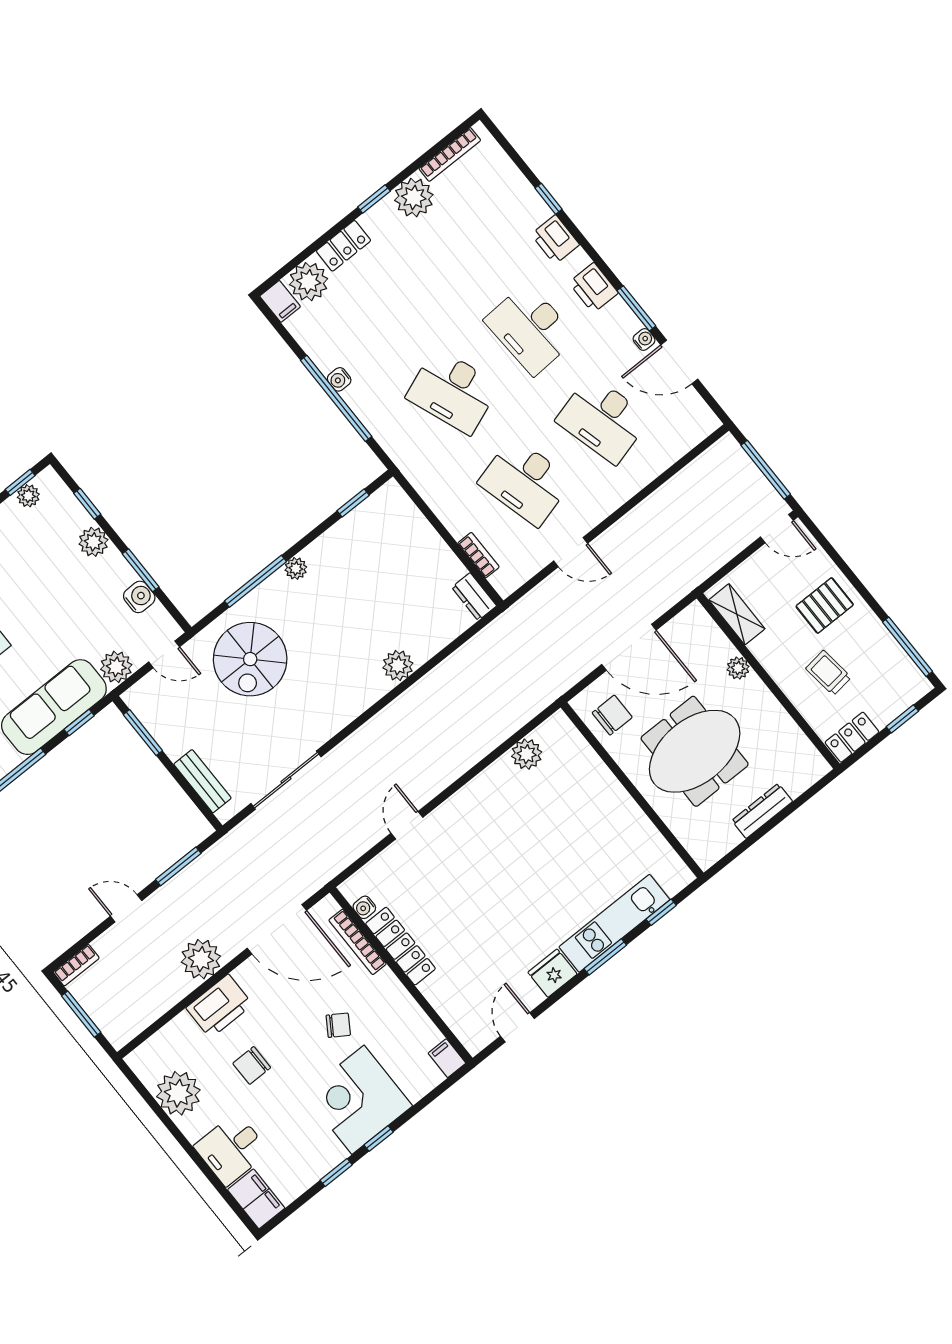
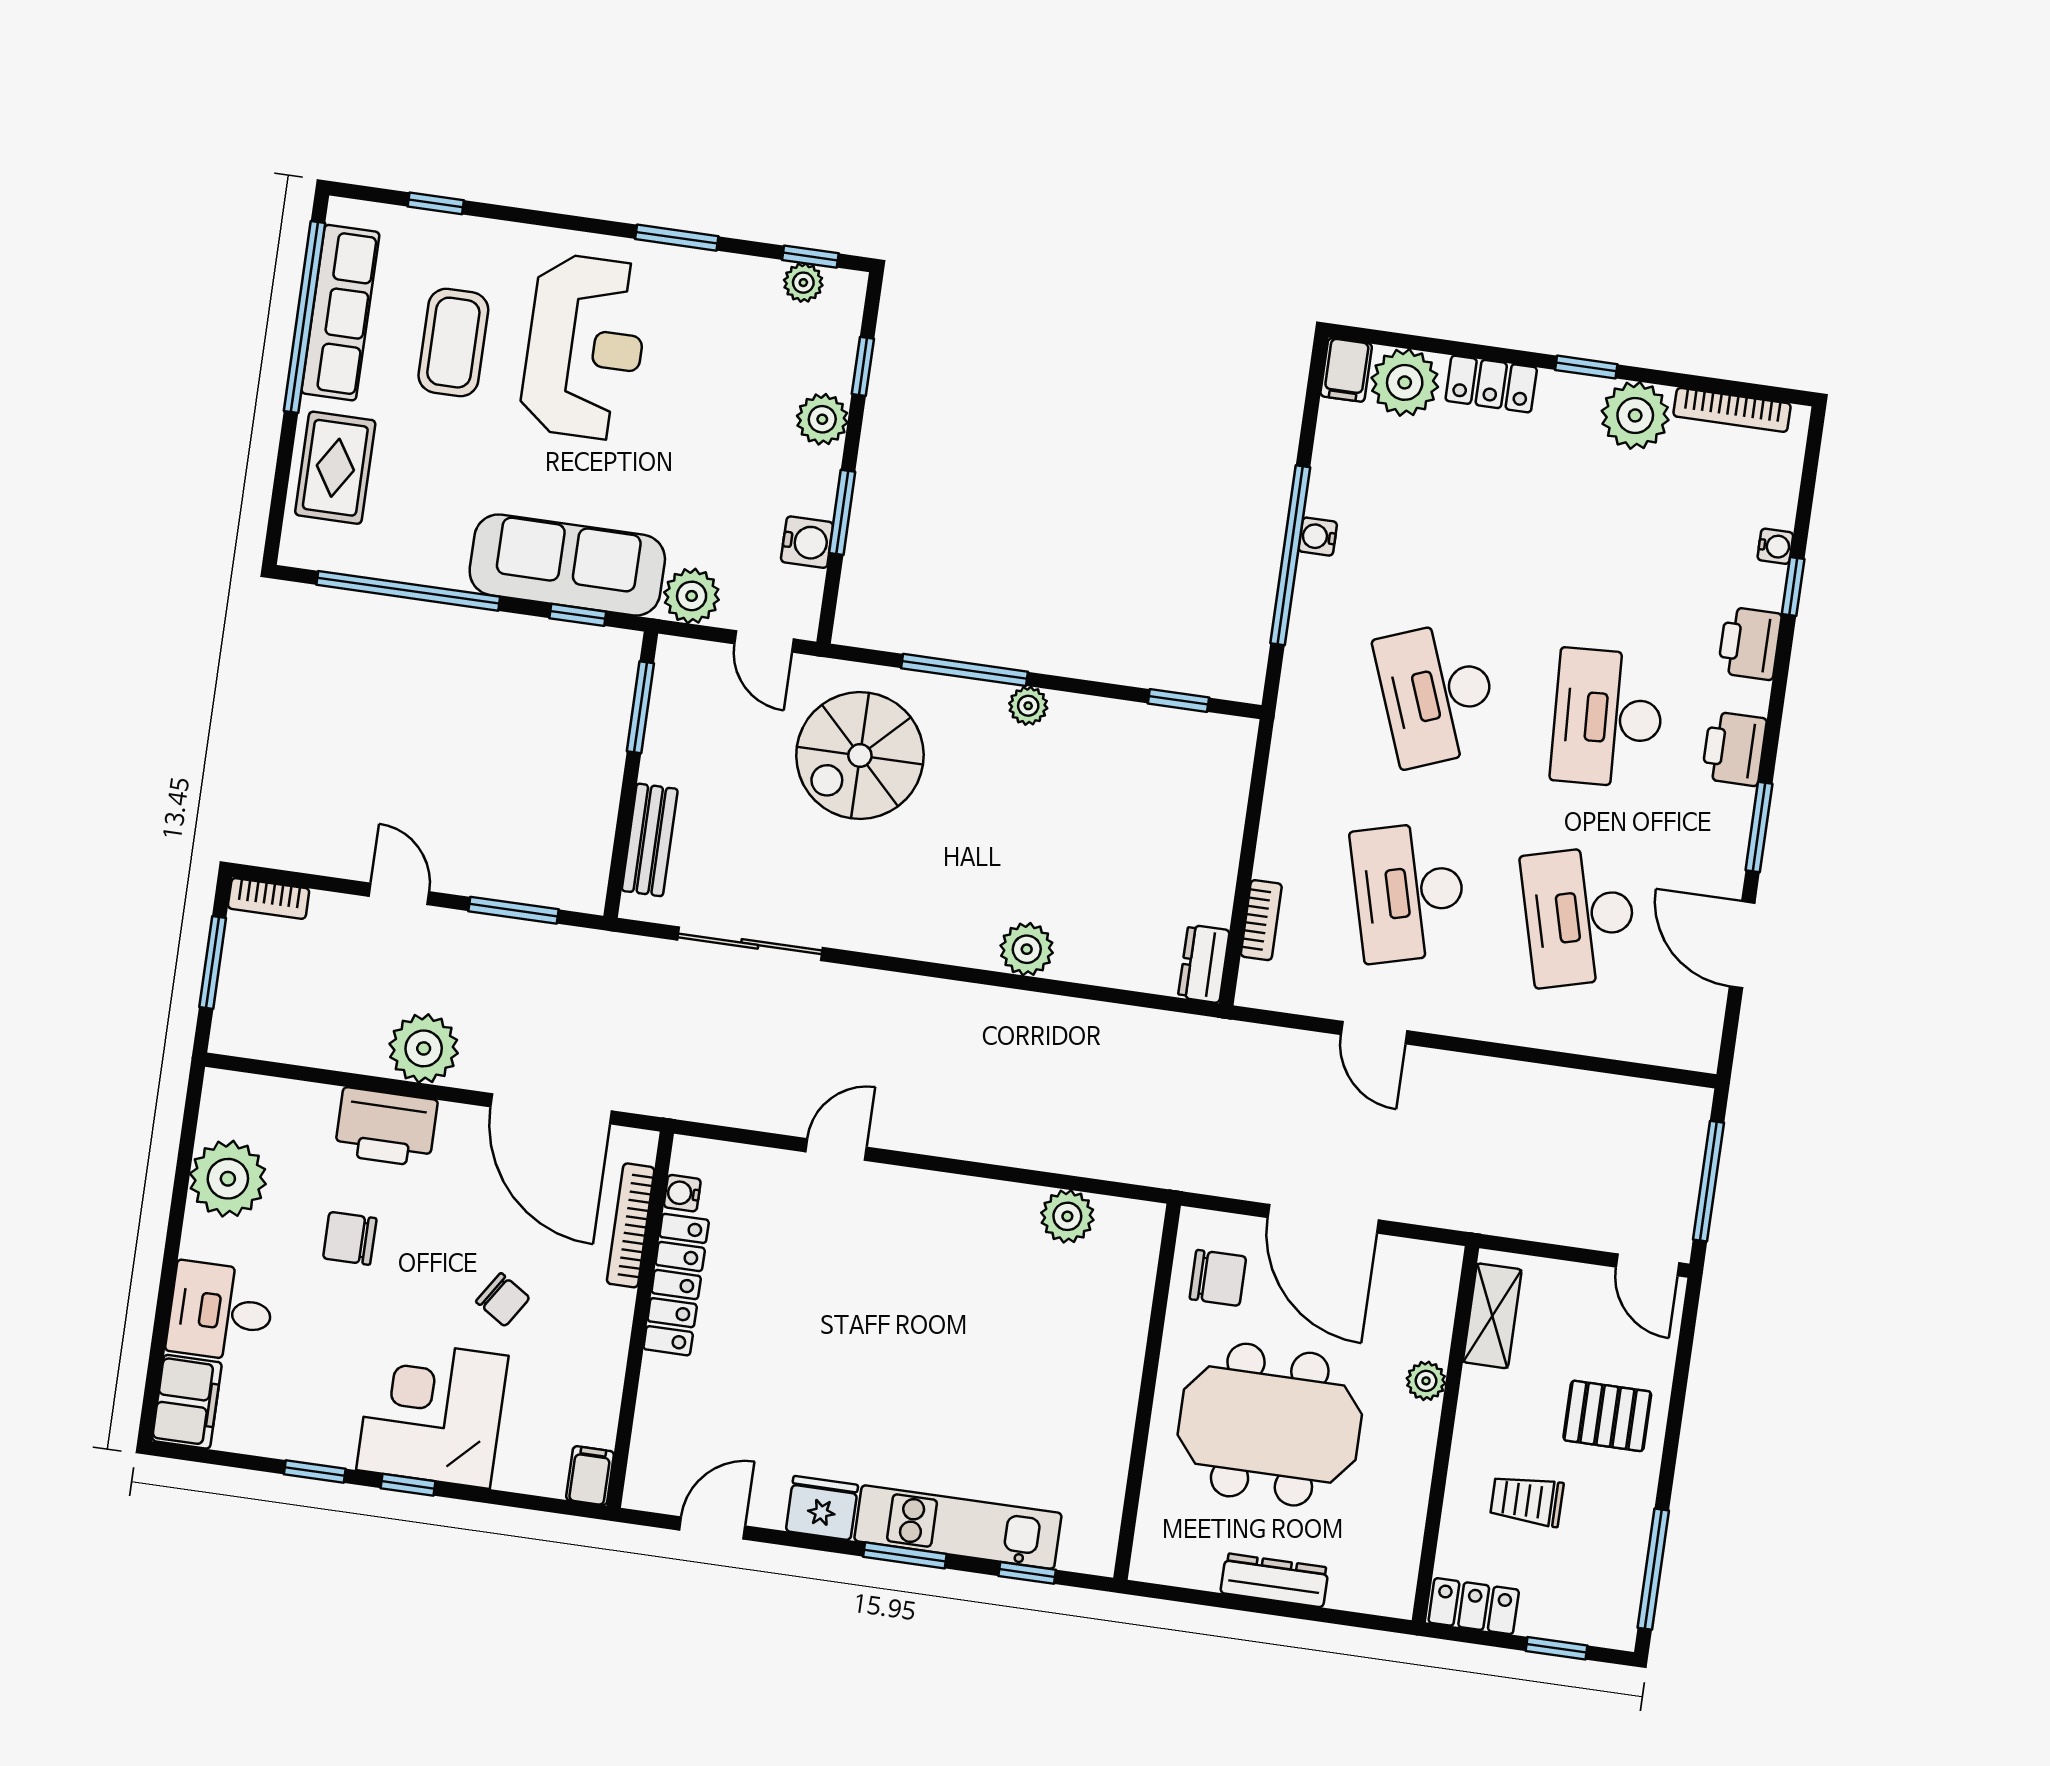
water cooler: (644, 339) -> (1775, 546), moved
trolley: (828, 673) -> (1527, 1500), turned -83

